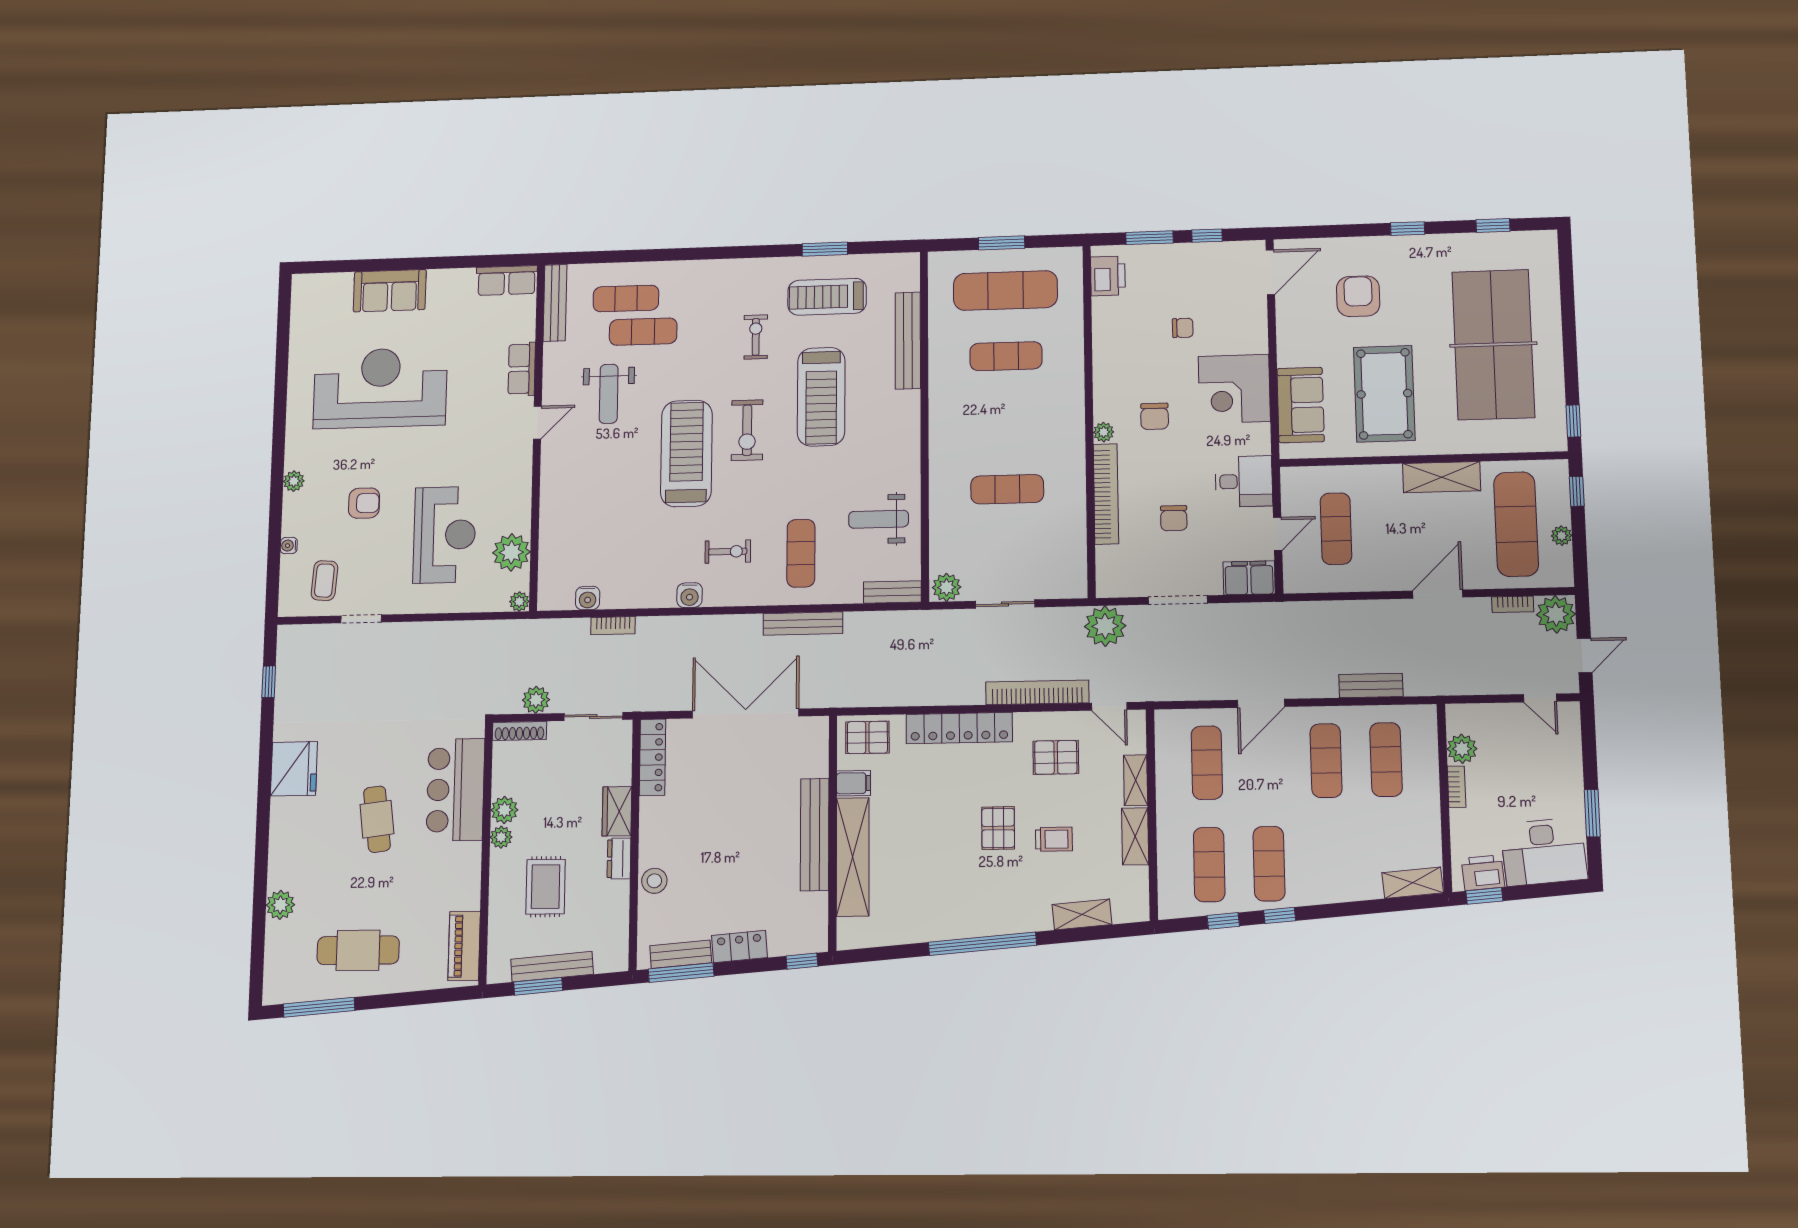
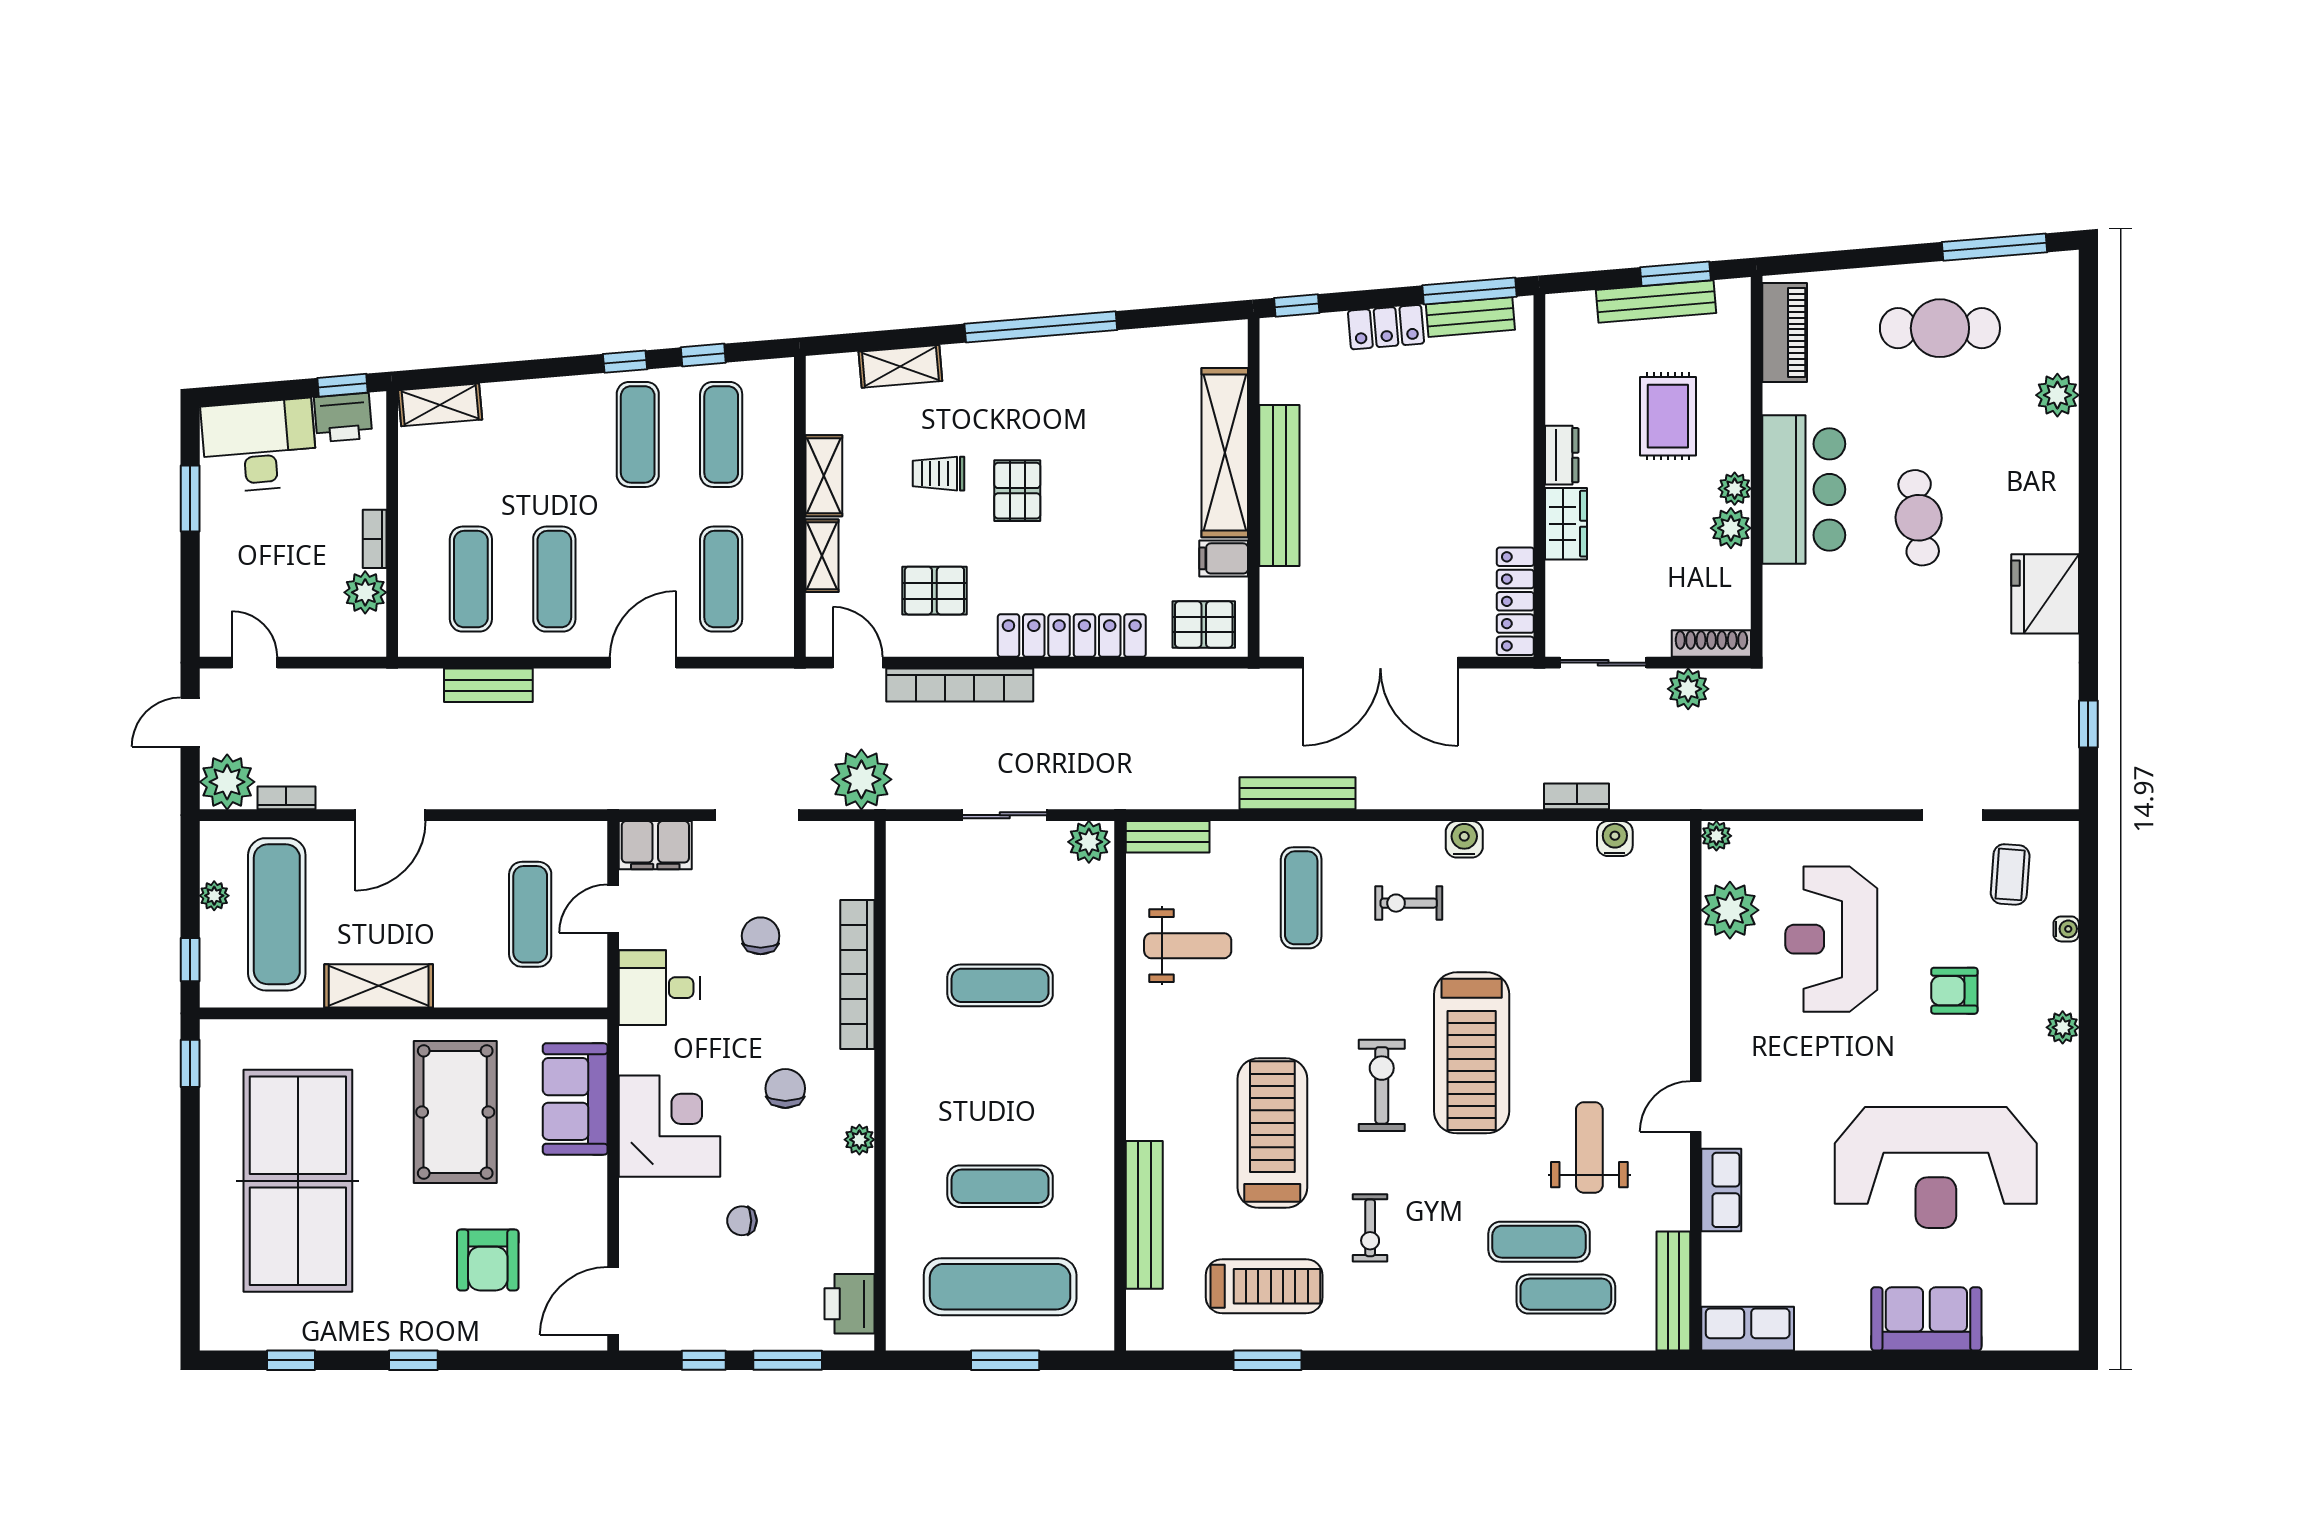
plant: (1104, 432) -> (859, 1140), moved
bar counter: (455, 790) -> (1804, 489), moved
stool: (654, 881) -> (1510, 422), removed

